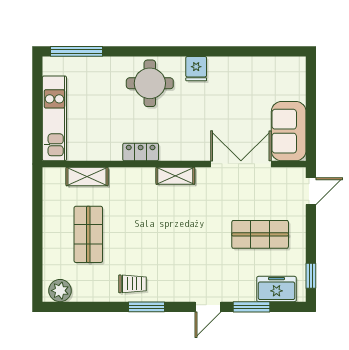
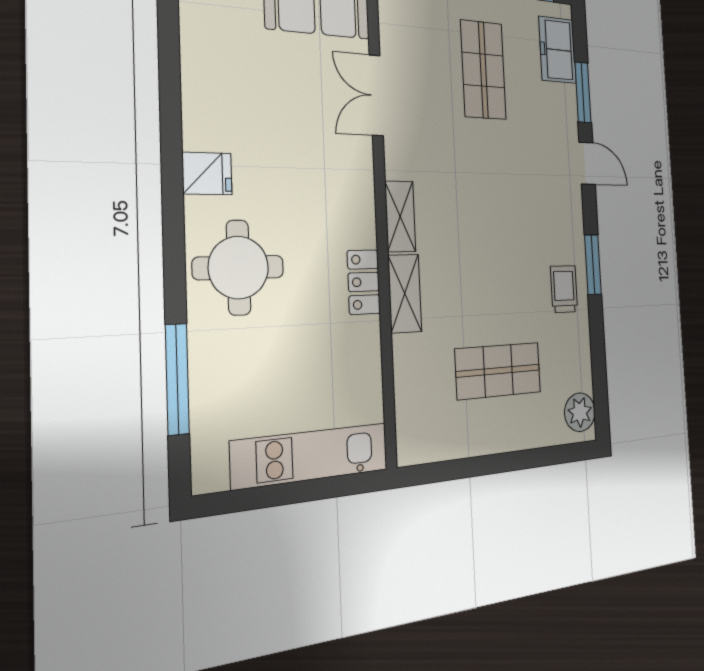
window: (76, 51) -> (177, 379), moved
double door: (241, 164) -> (376, 95), width x0.73
shelving: (87, 176) -> (405, 293), moved

